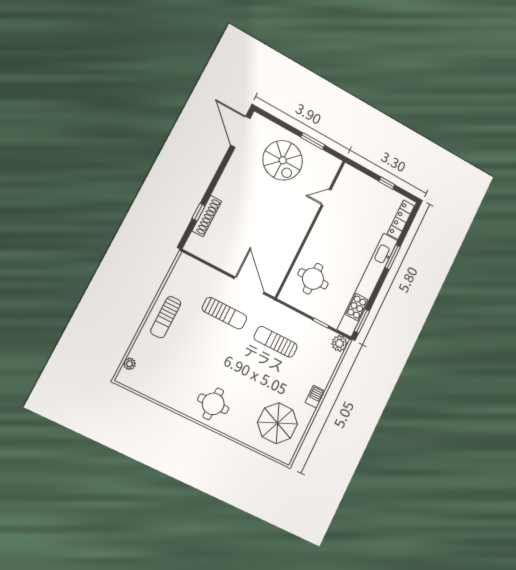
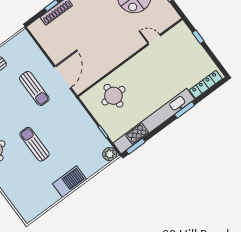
window: (387, 183) -> (198, 37), moved
sun lounger: (276, 342) -> (35, 144), moved
barbecue: (315, 397) -> (70, 182), width x1.88, depth x1.53
parasol: (278, 423) -> (34, 189), removed

